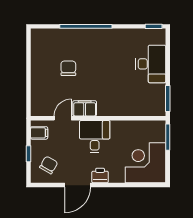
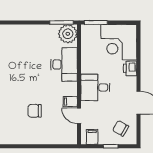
desk: (151, 64) -> (64, 64), moved, turned 90
plant: (155, 106) -> (68, 34), added
filing cabinet: (85, 108) -> (70, 102), width x0.50
printer: (100, 176) -> (130, 68), moved

